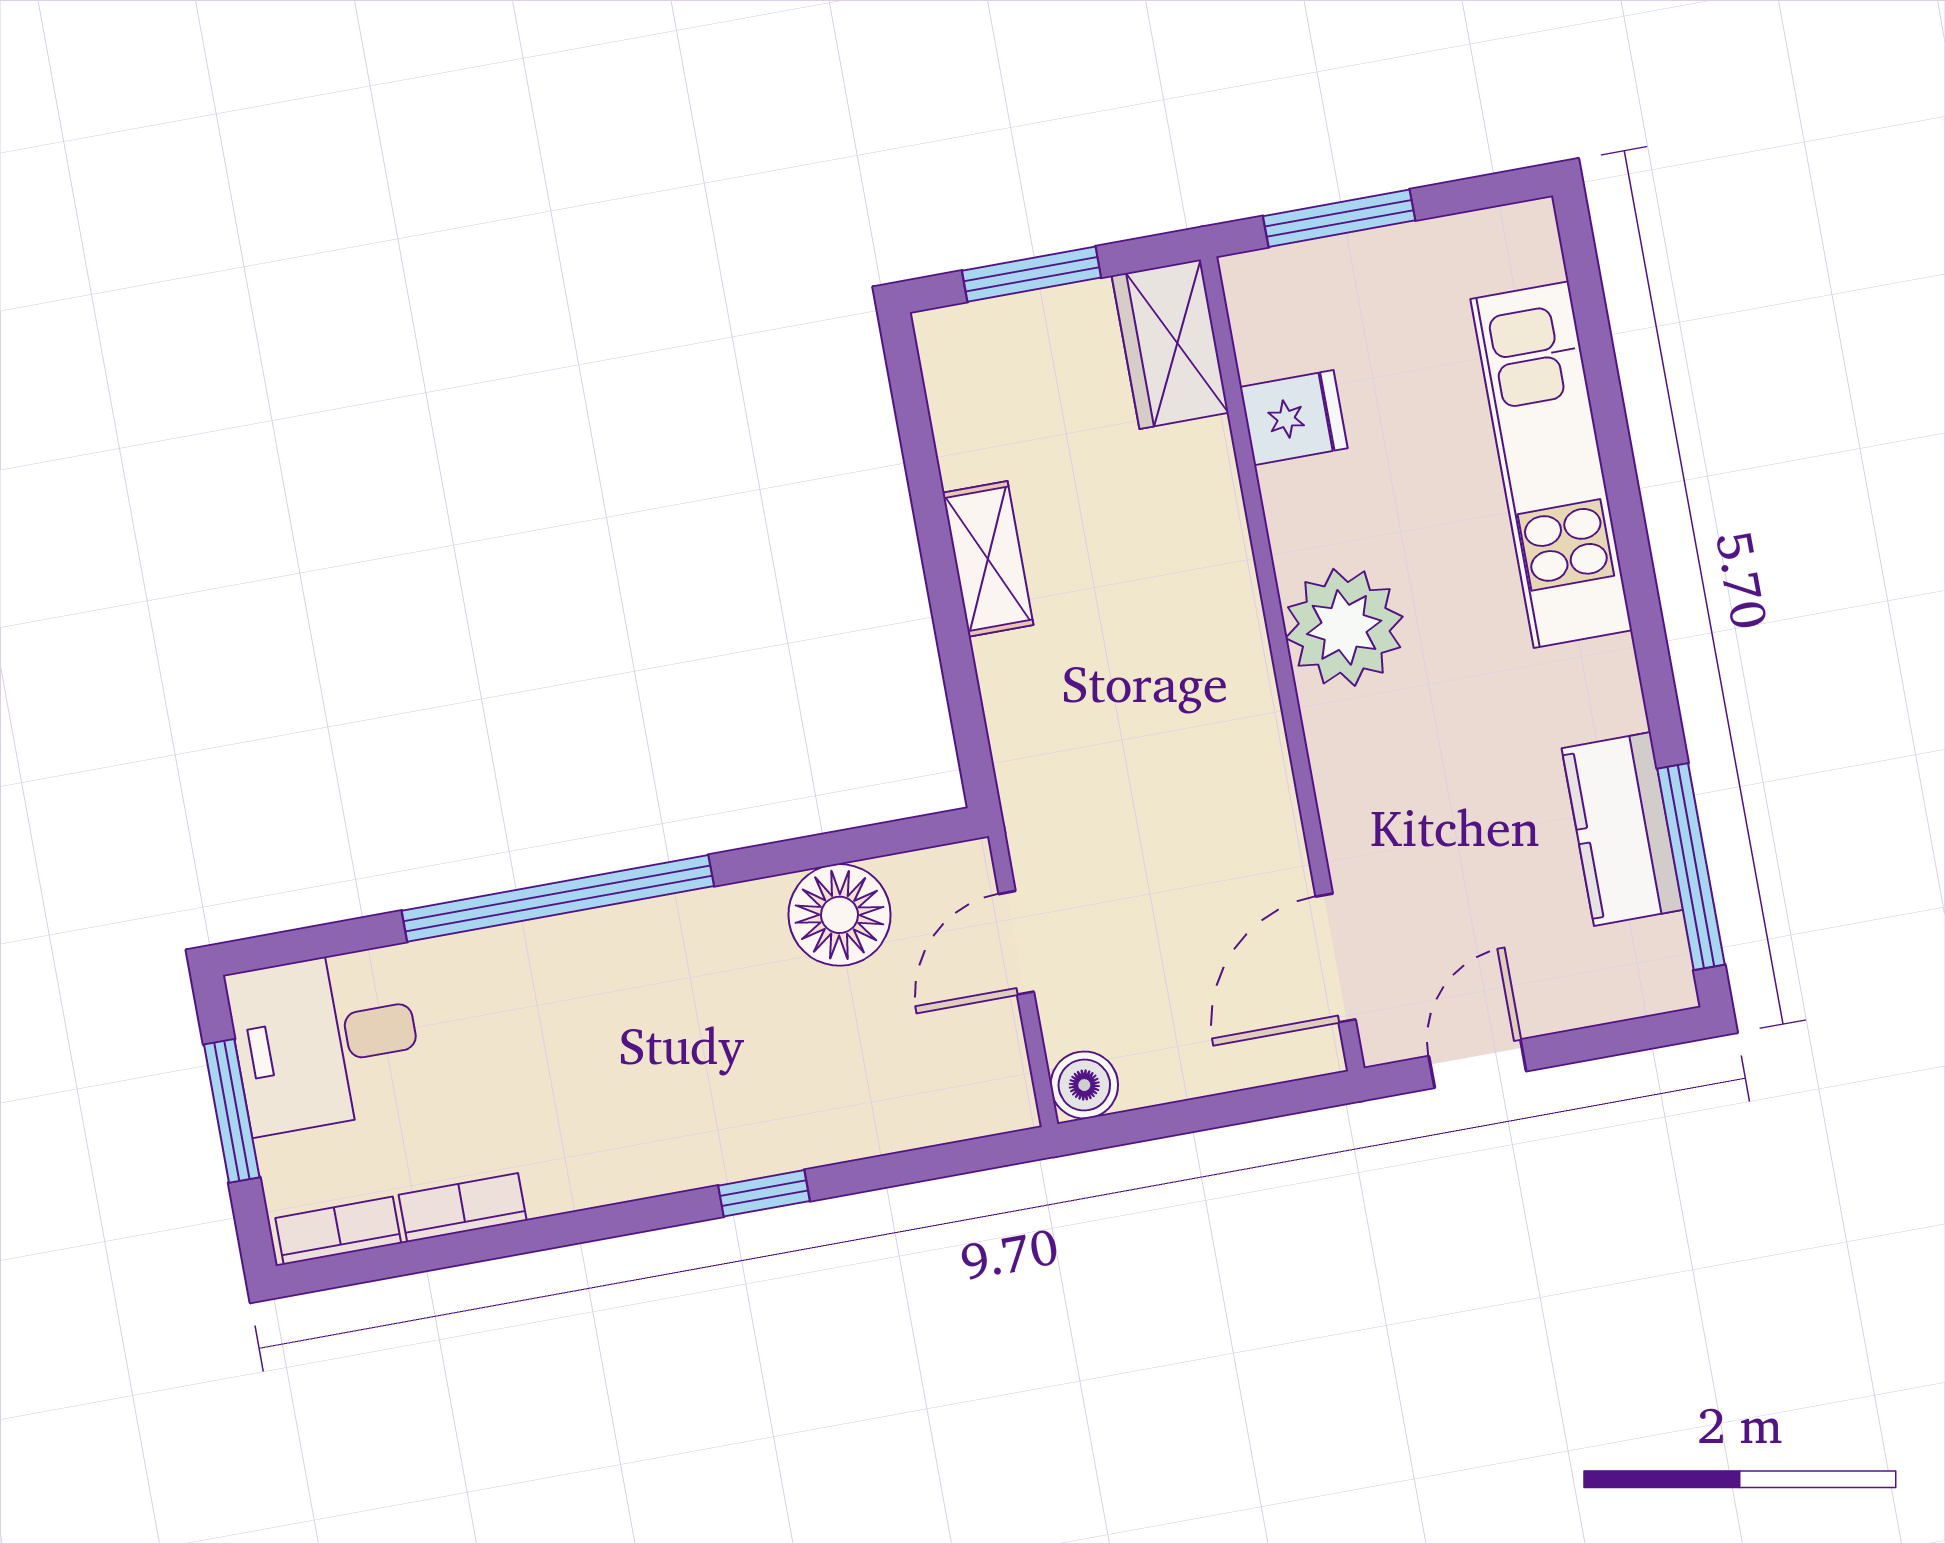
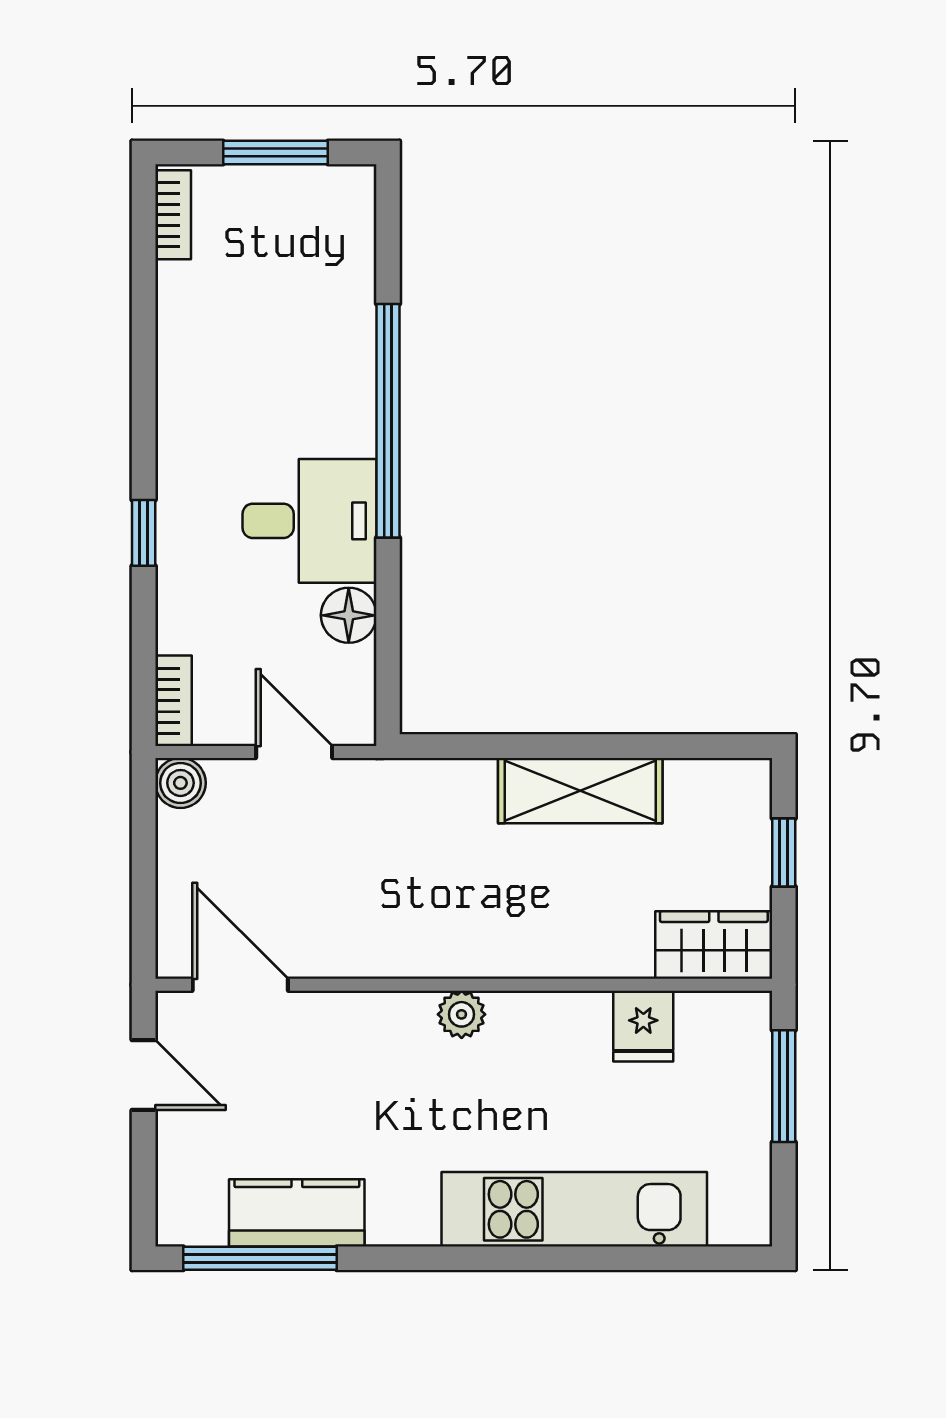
window: (1032, 274) -> (784, 852), width x0.67
shelving: (988, 559) -> (580, 791), width x1.50, depth x1.33
plant: (1344, 627) -> (462, 1014), width x0.53, depth x0.53
floor lamp: (840, 915) -> (349, 615), width x0.73, depth x0.73
desk: (326, 1041) -> (310, 521), moved, turned 90
bookcase: (463, 1208) -> (173, 701), moved

